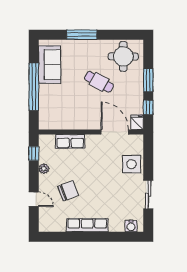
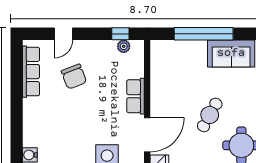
row of seats: (70, 141) -> (135, 96), moved
plant: (44, 169) -> (124, 46), moved
row of seats: (87, 225) -> (31, 72), moved

